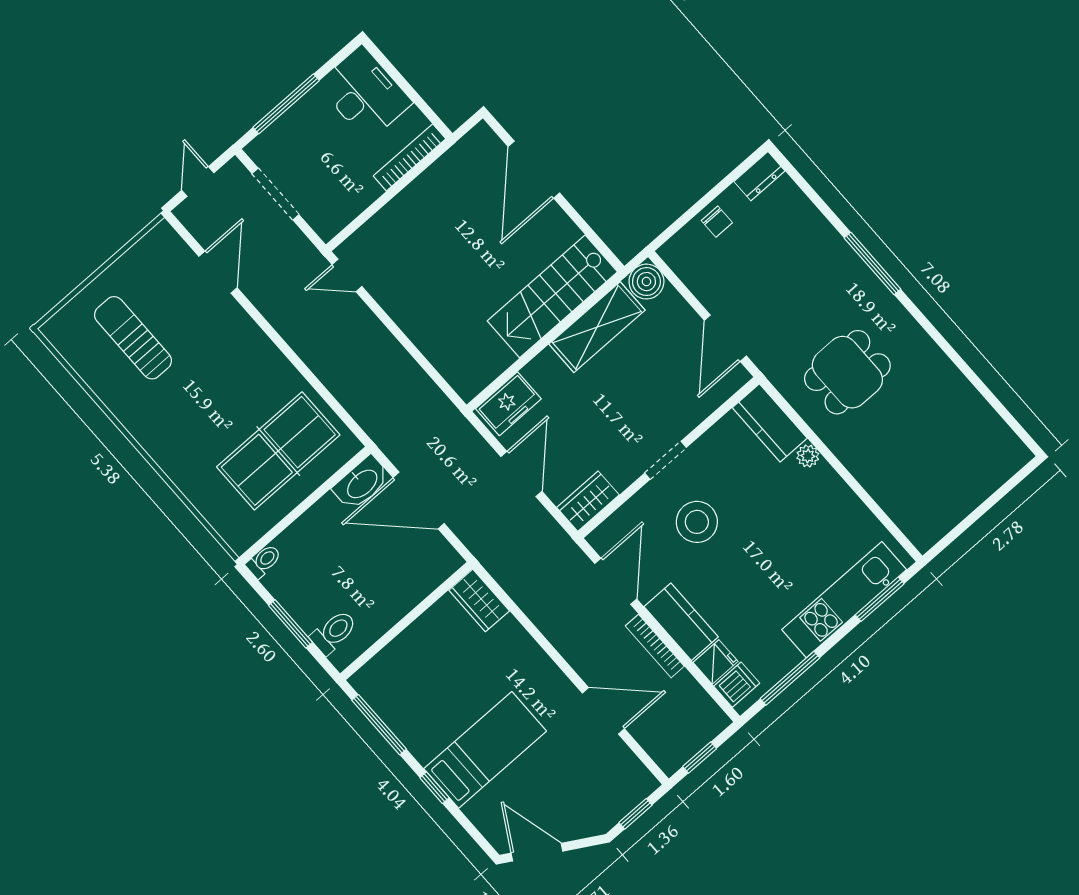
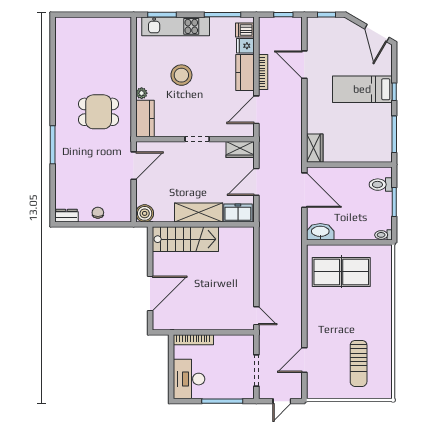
shelving: (597, 327) -> (199, 213), moved
door: (419, 500) -> (304, 190), moved
stool: (697, 522) -> (181, 75), moved

